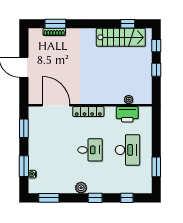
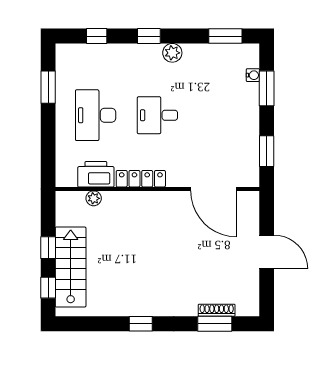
window: (128, 24) -> (141, 324), moved
stairs: (121, 37) -> (71, 267), moved, turned 90
locker: (88, 112) -> (141, 179), moved

